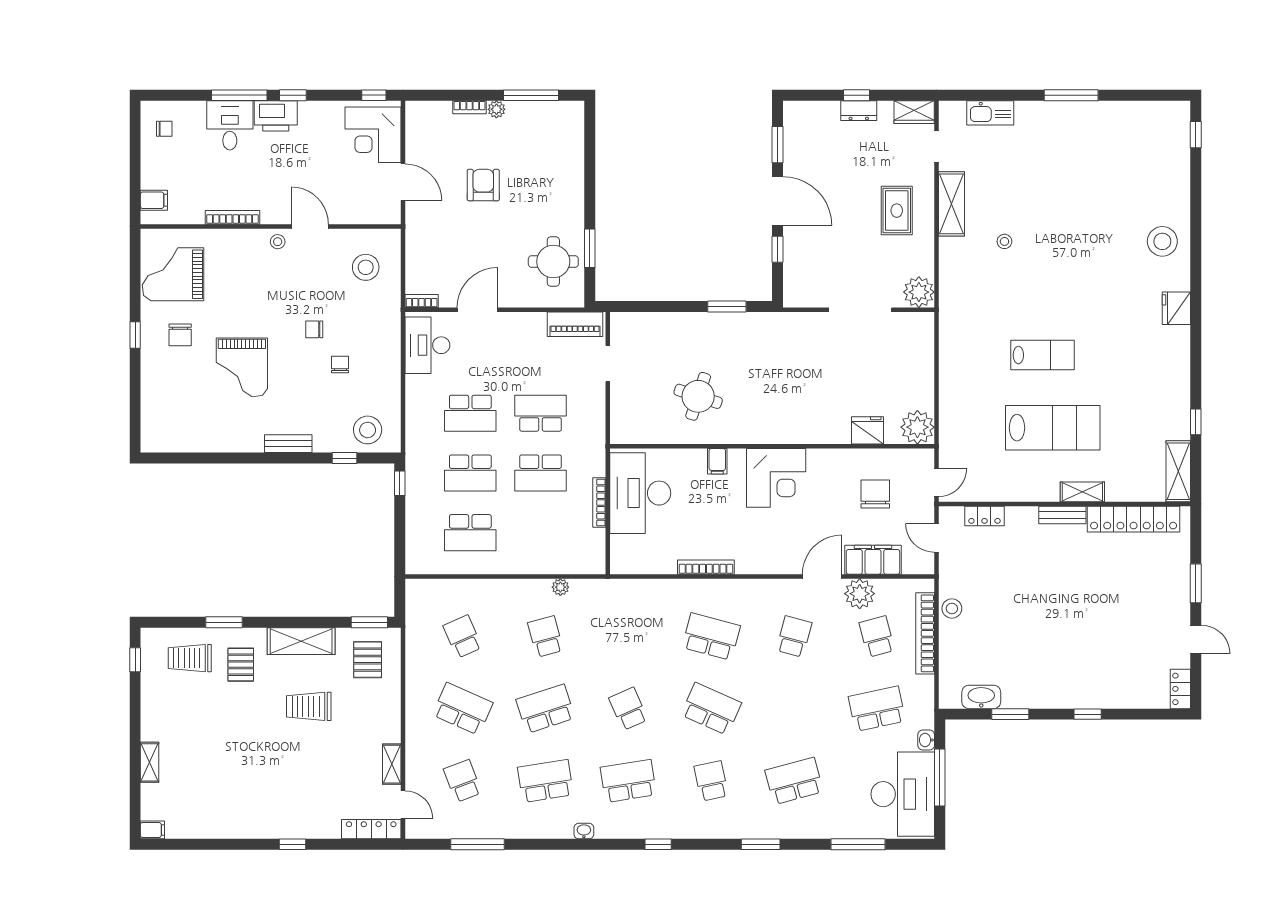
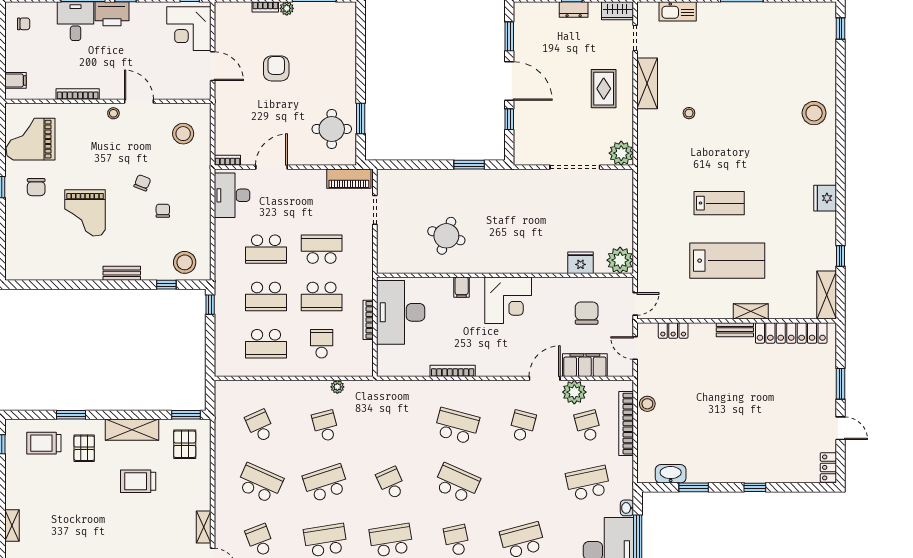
fridge: (1176, 308) -> (825, 198), moved
chair: (314, 329) -> (142, 183), turned 112
school desk: (541, 533) -> (322, 344), added

